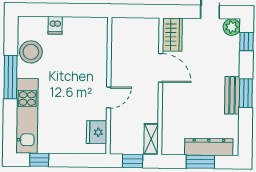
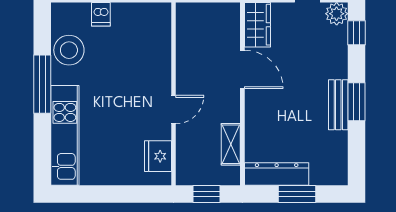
shelving: (151, 139) -> (231, 144), moved
dresser: (209, 147) -> (277, 174), moved
window: (39, 160) -> (82, 194), removed

